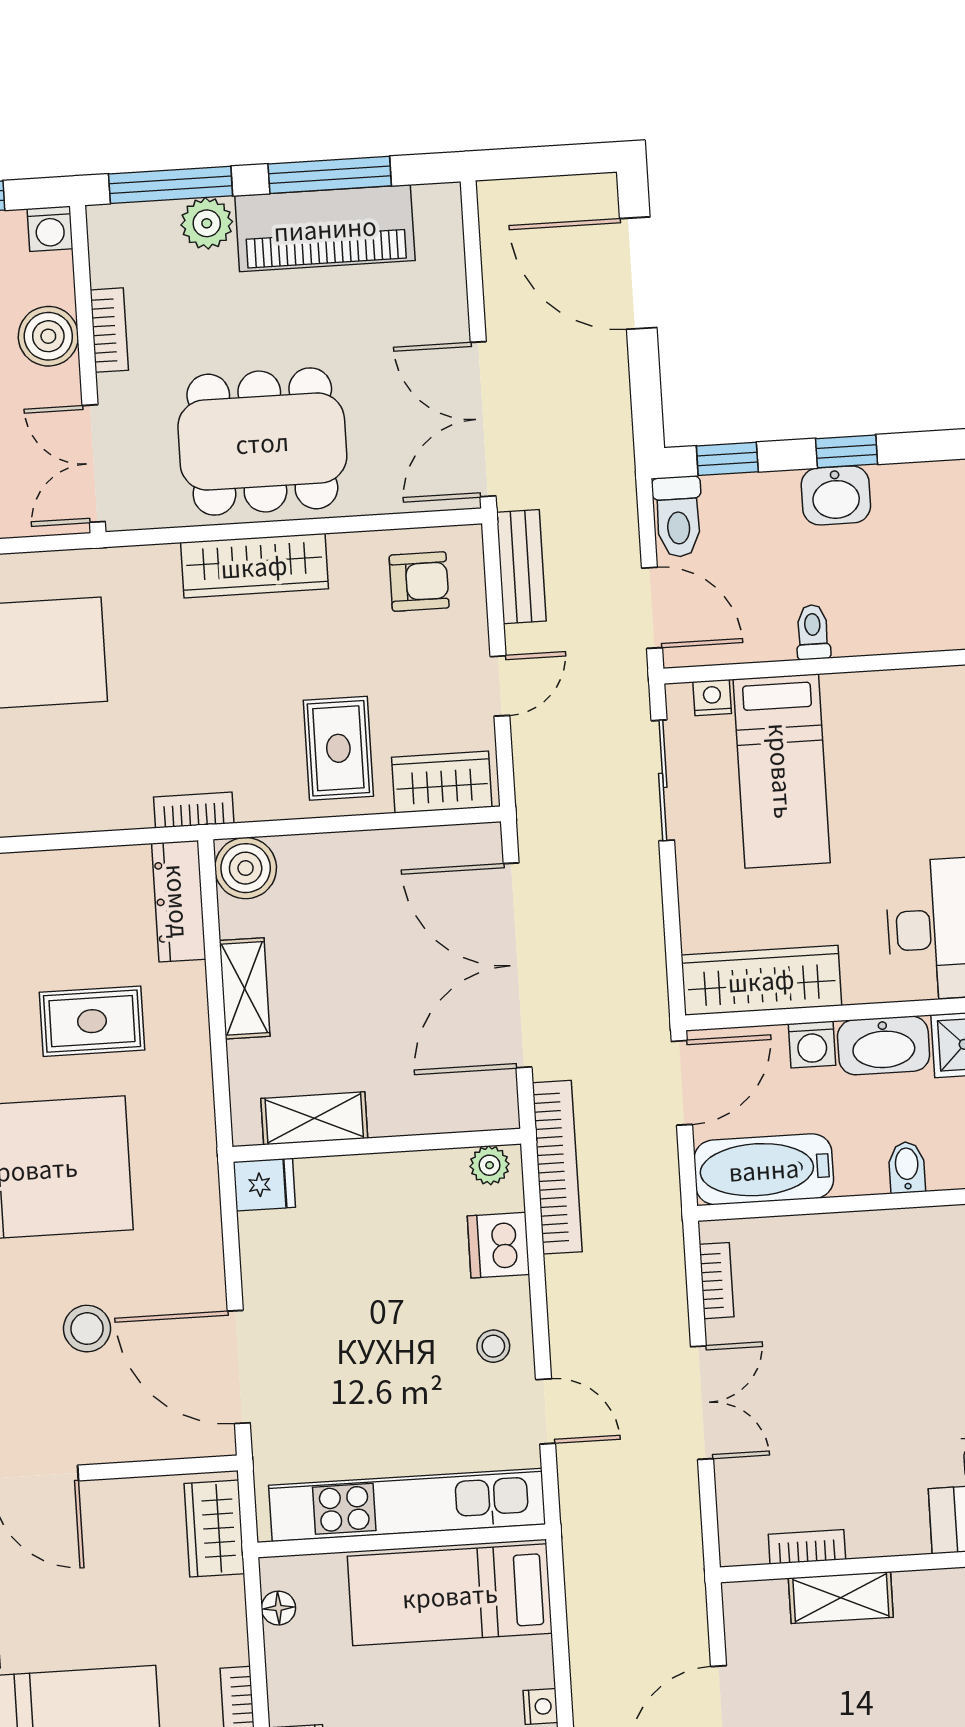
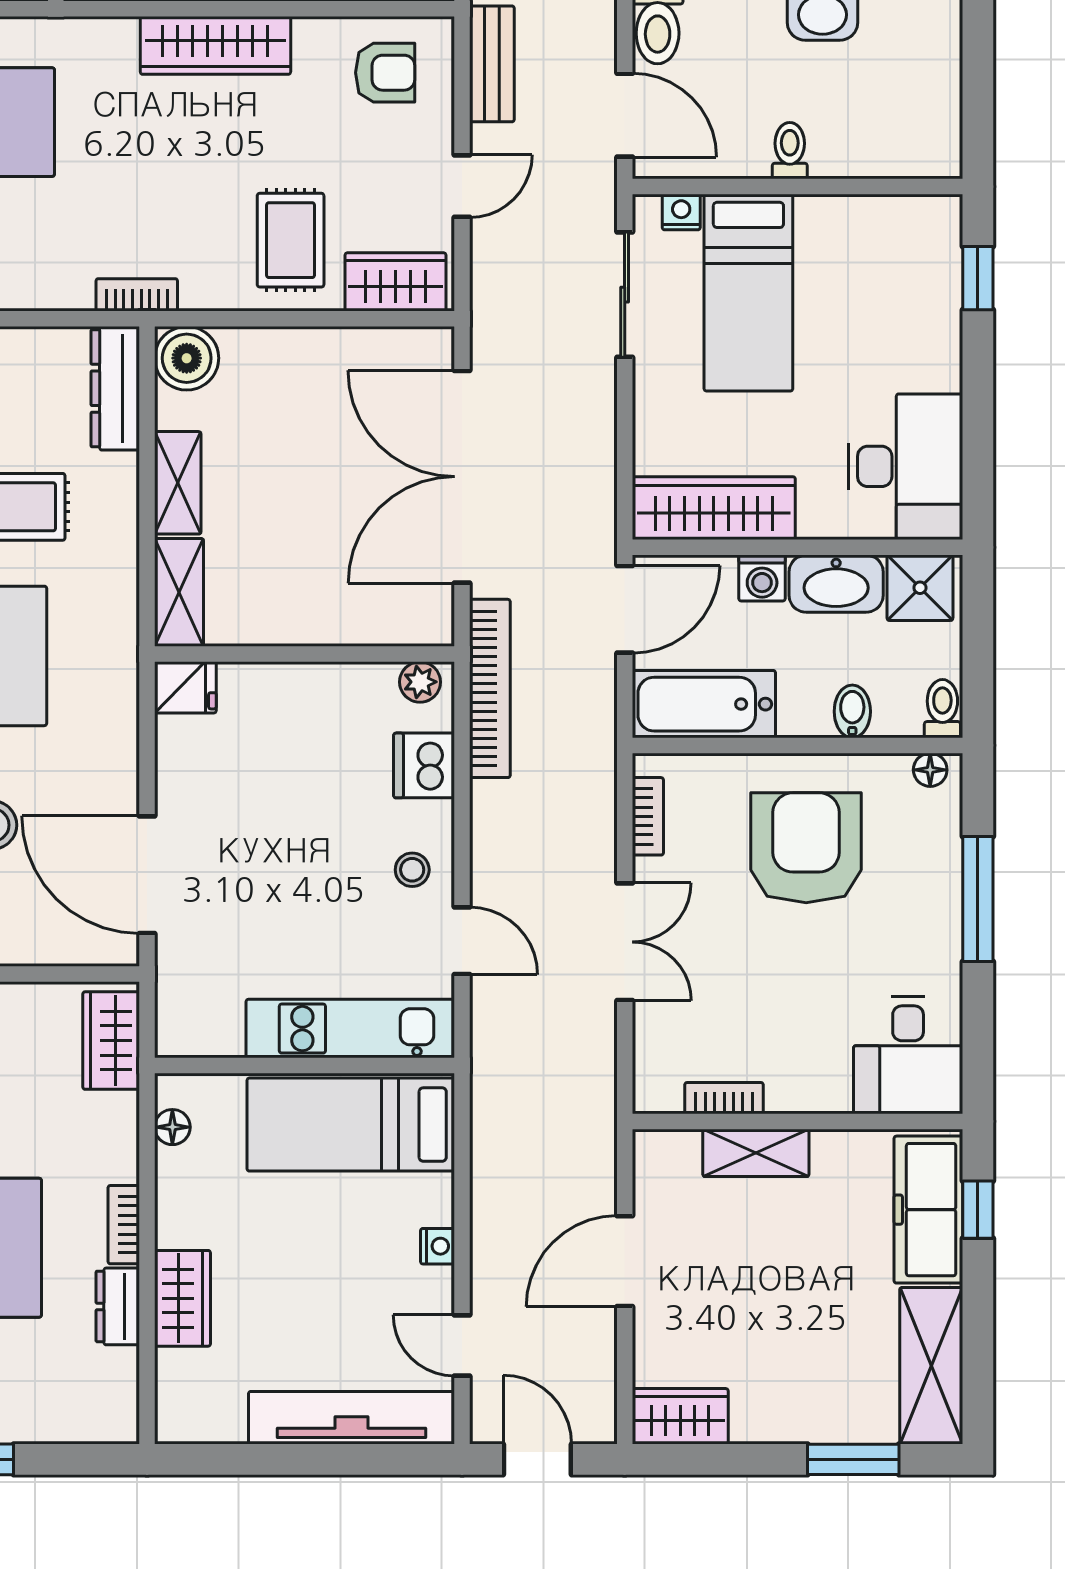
shelving: (314, 1118) -> (179, 592), moved, turned 90
armchair: (871, 1301) -> (806, 848), added
kitchen unit: (407, 1505) -> (350, 1029), width x0.73

